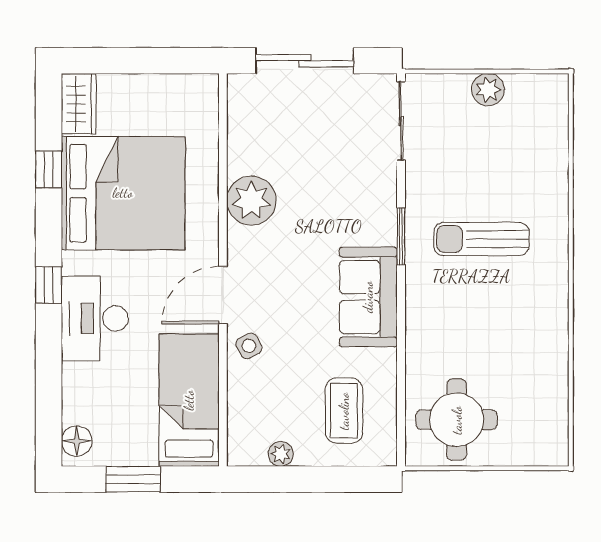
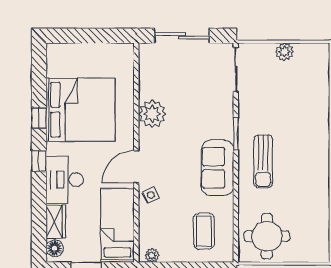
wardrobe: (79, 104) -> (56, 222), moved
window: (49, 169) -> (39, 118), moved
sun lounger: (481, 239) -> (263, 161), moved, turned -90
plant: (281, 454) -> (152, 255), moved

